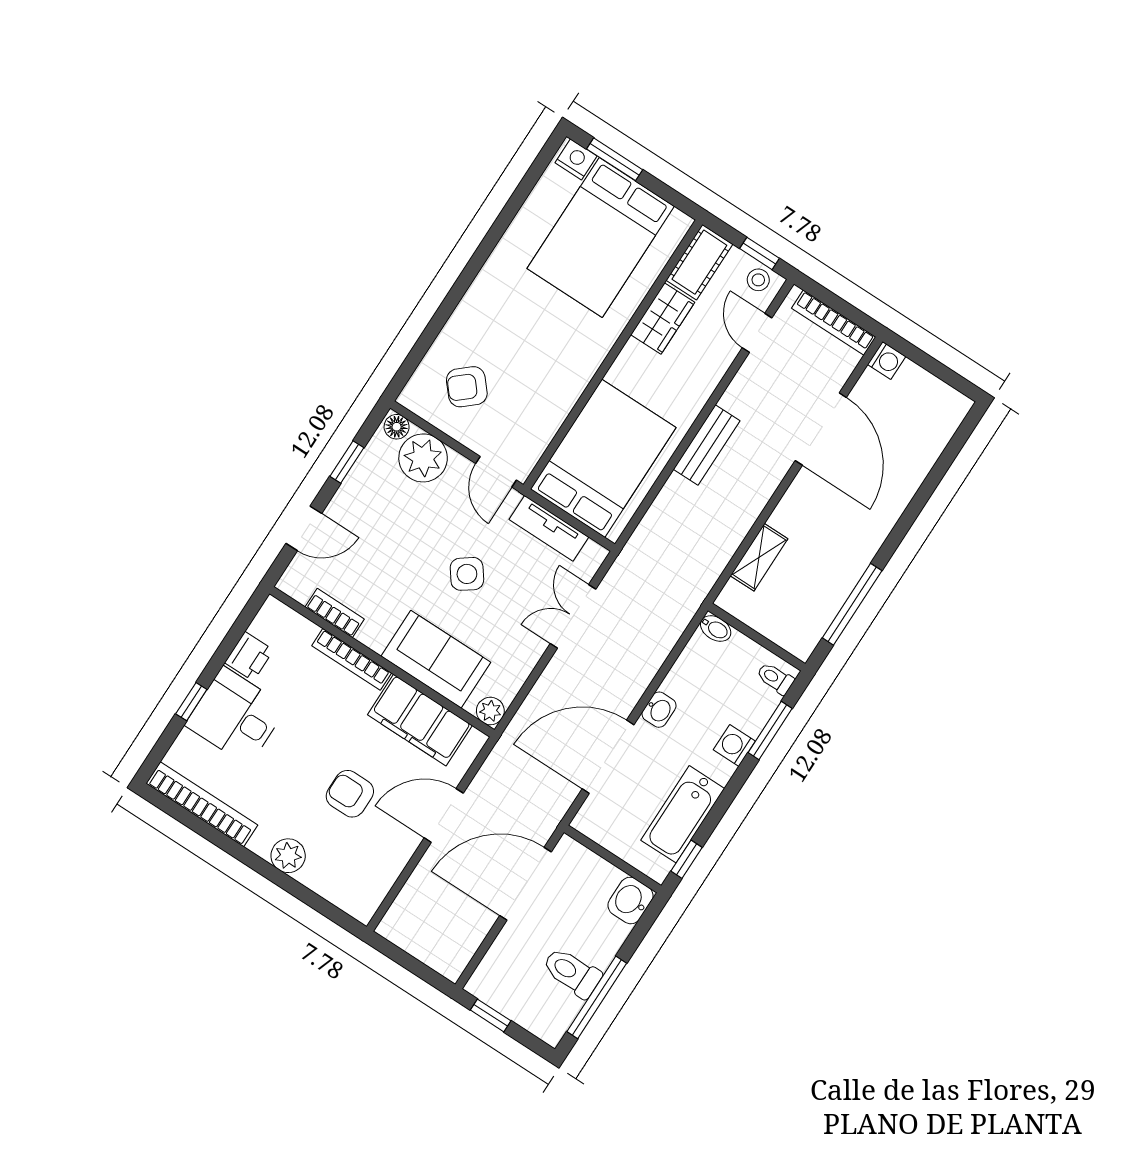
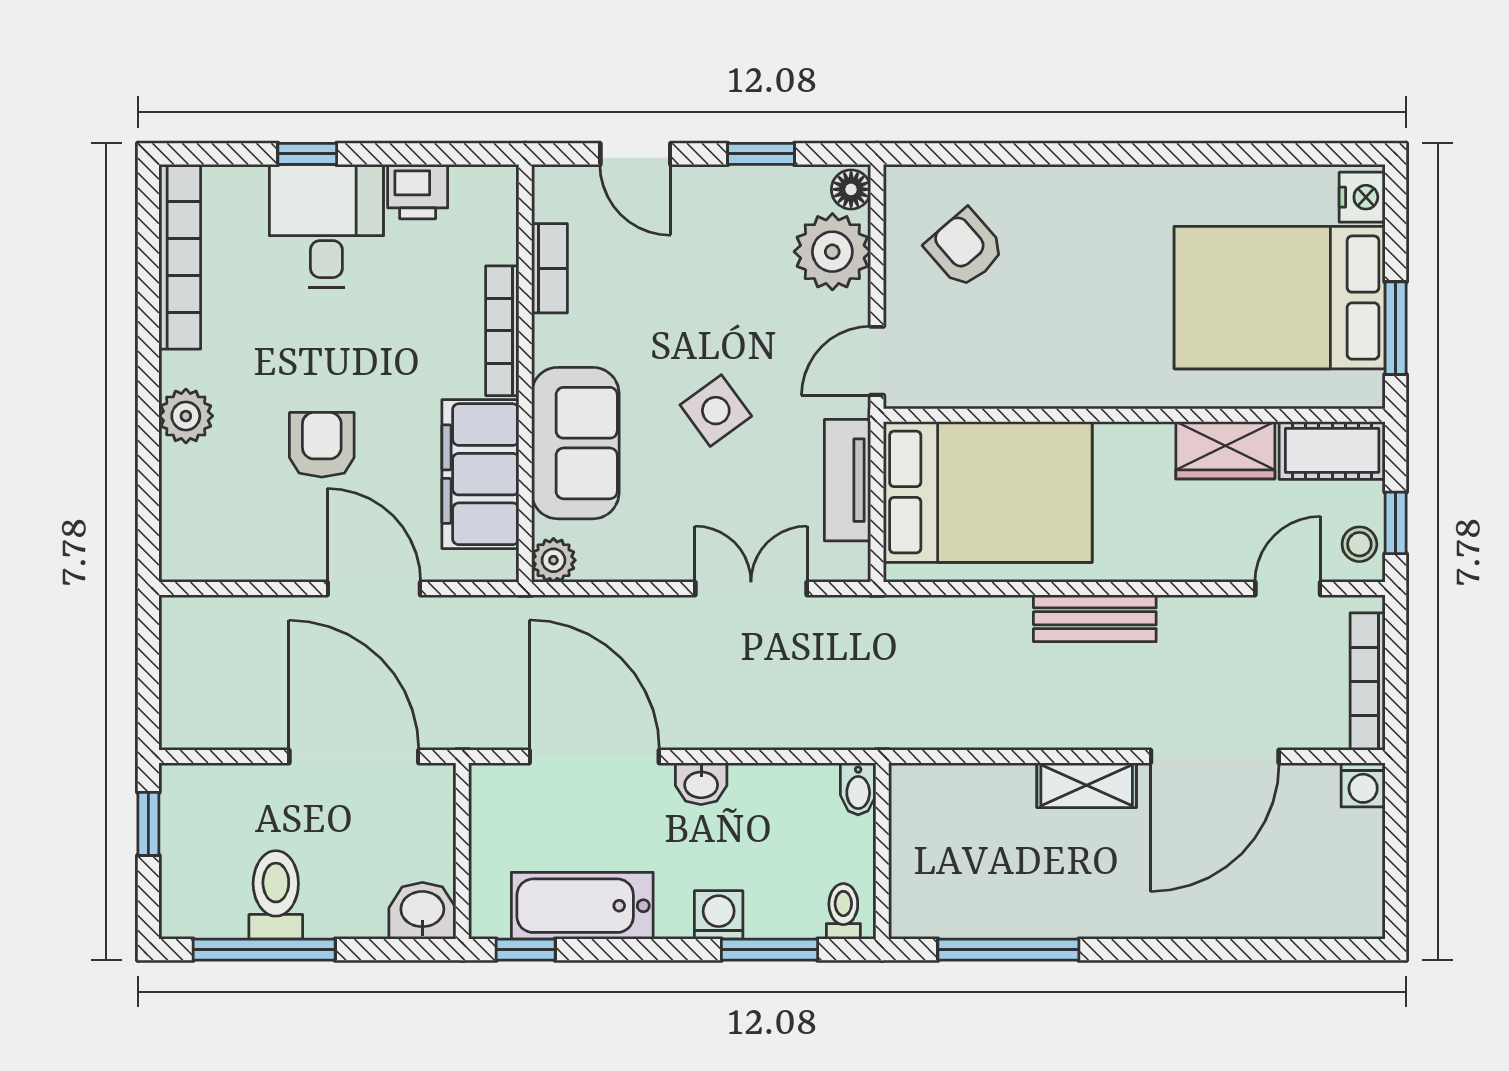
window: (615, 159) -> (1396, 328), moved
shelving: (759, 557) -> (1087, 785), moved

